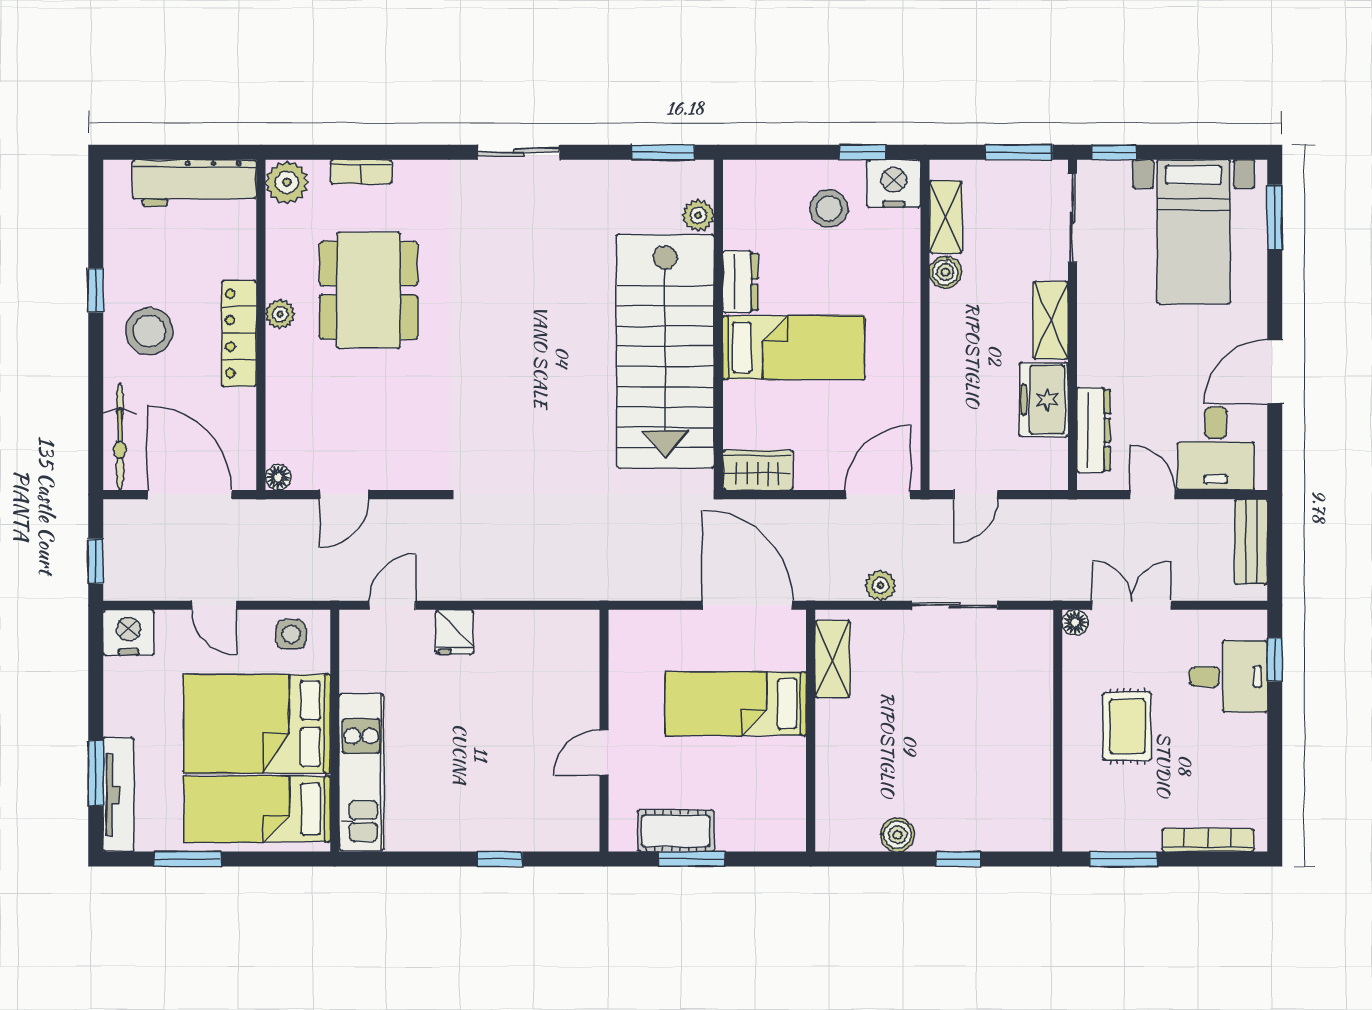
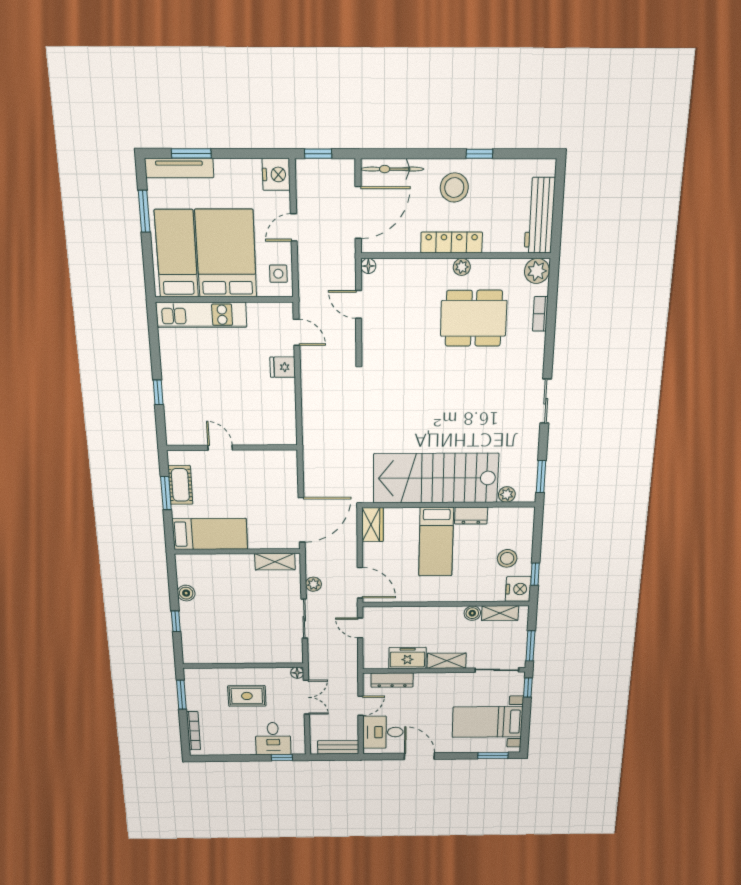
bed: (736, 704) -> (210, 534), moved, turned 90

